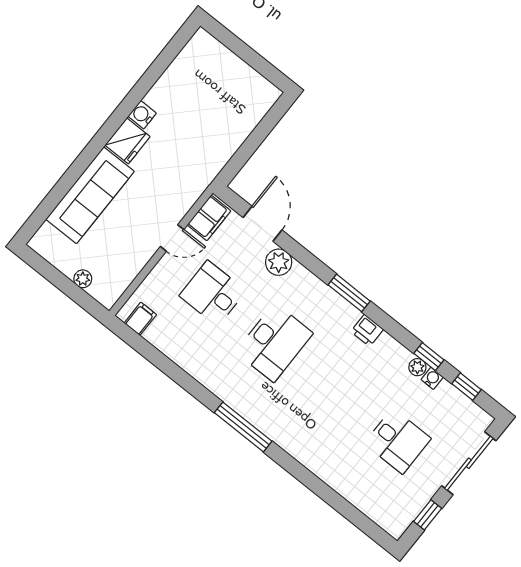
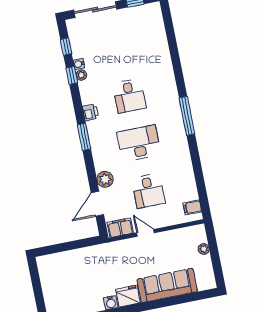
desk: (398, 441) -> (129, 96), moved, turned 180

